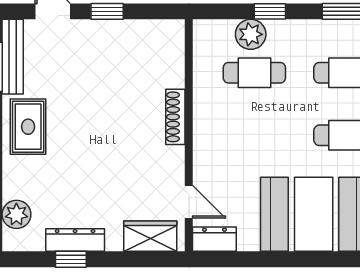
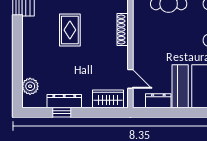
rug: (28, 127) -> (70, 30), moved
dresser: (214, 239) -> (158, 101), moved

